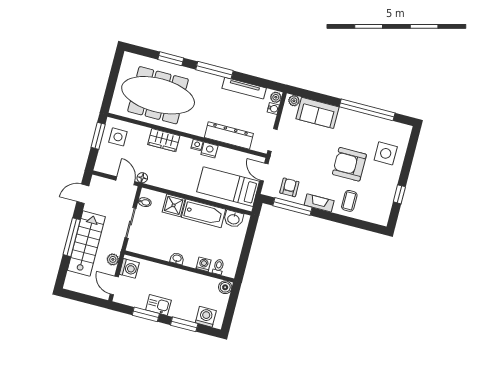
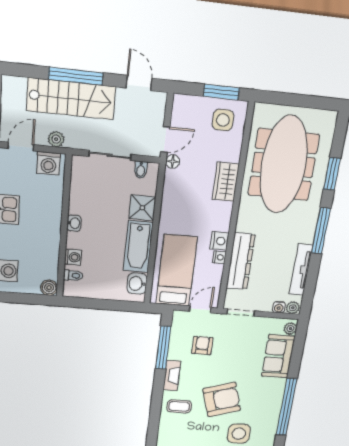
nightstand: (197, 145) -> (219, 257), moved
armchair: (349, 164) -> (222, 400), turned 73
armchair: (289, 187) -> (202, 345), moved, turned -90

